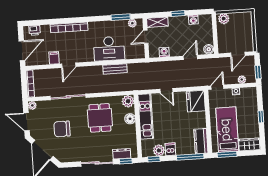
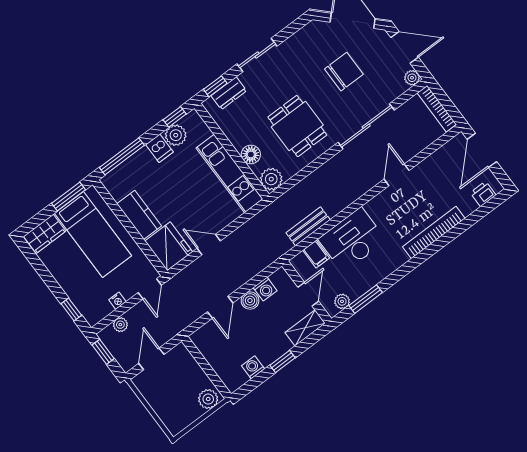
boiler: (209, 49) -> (250, 301), moved
filing cabinet: (54, 58) -> (316, 254), moved
bench: (115, 69) -> (308, 226), moved
door: (166, 91) -> (209, 245), moved
window: (261, 117) -> (71, 310), moved
kitchen counter: (201, 141) -> (139, 215), moved
sliding door: (97, 163) -> (257, 55), width x0.73

